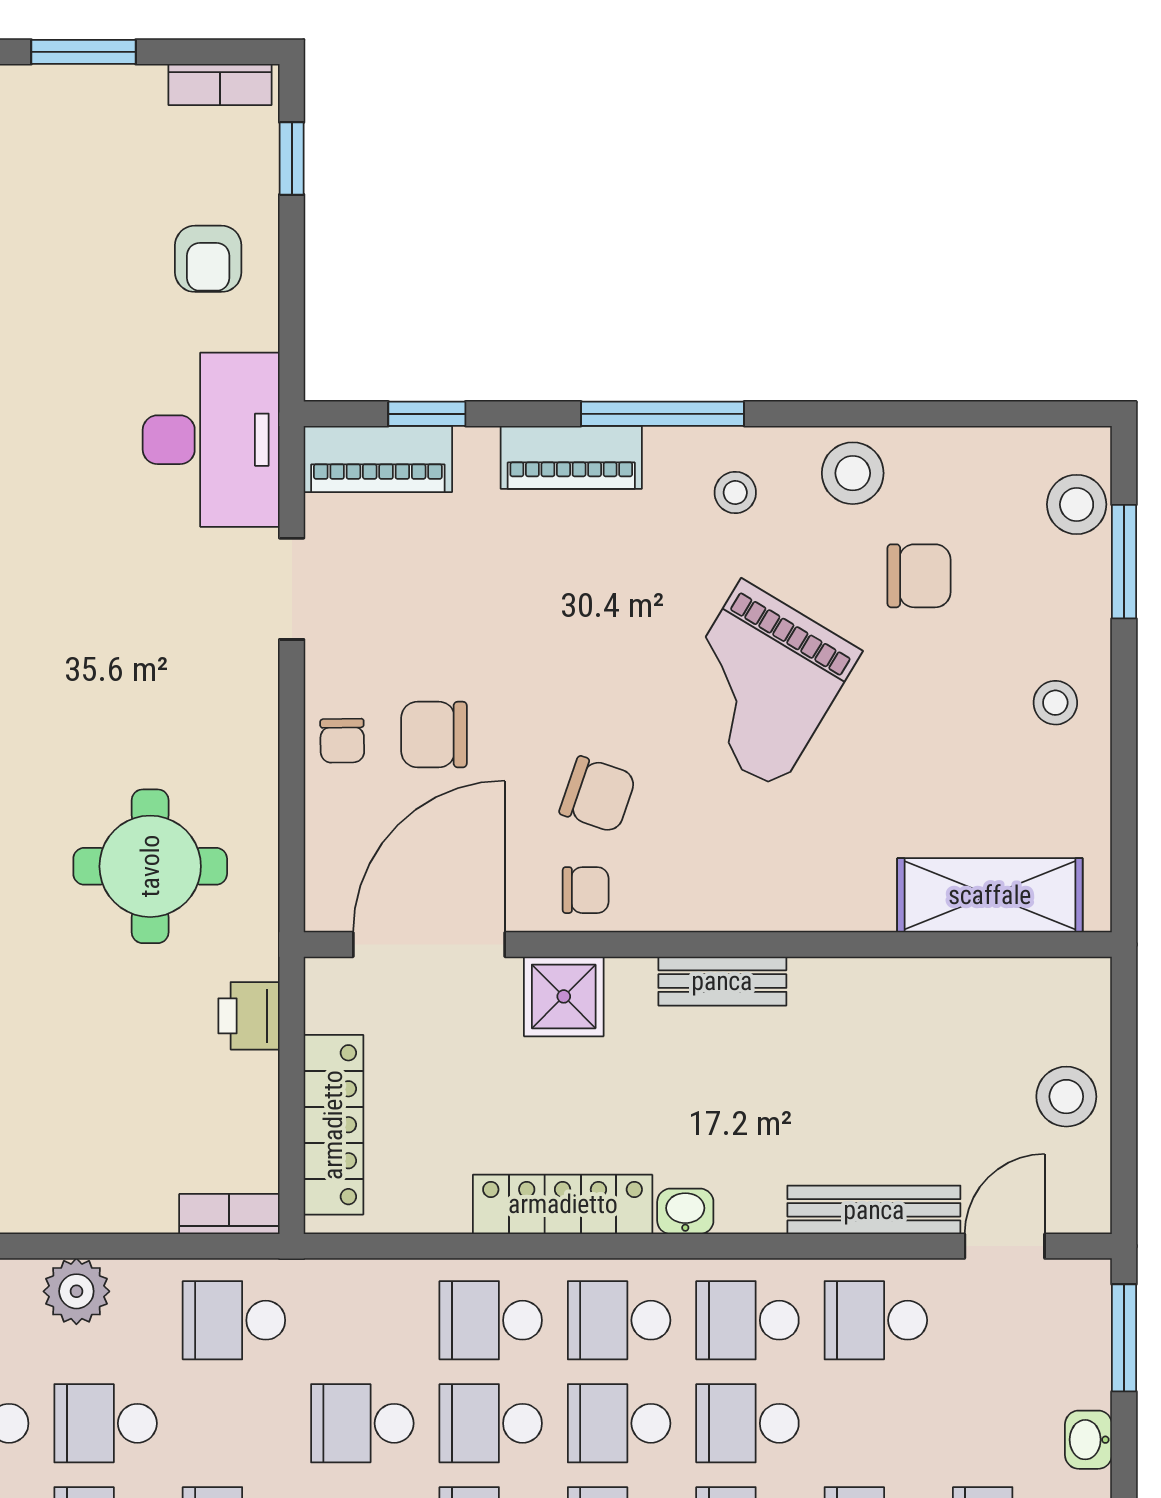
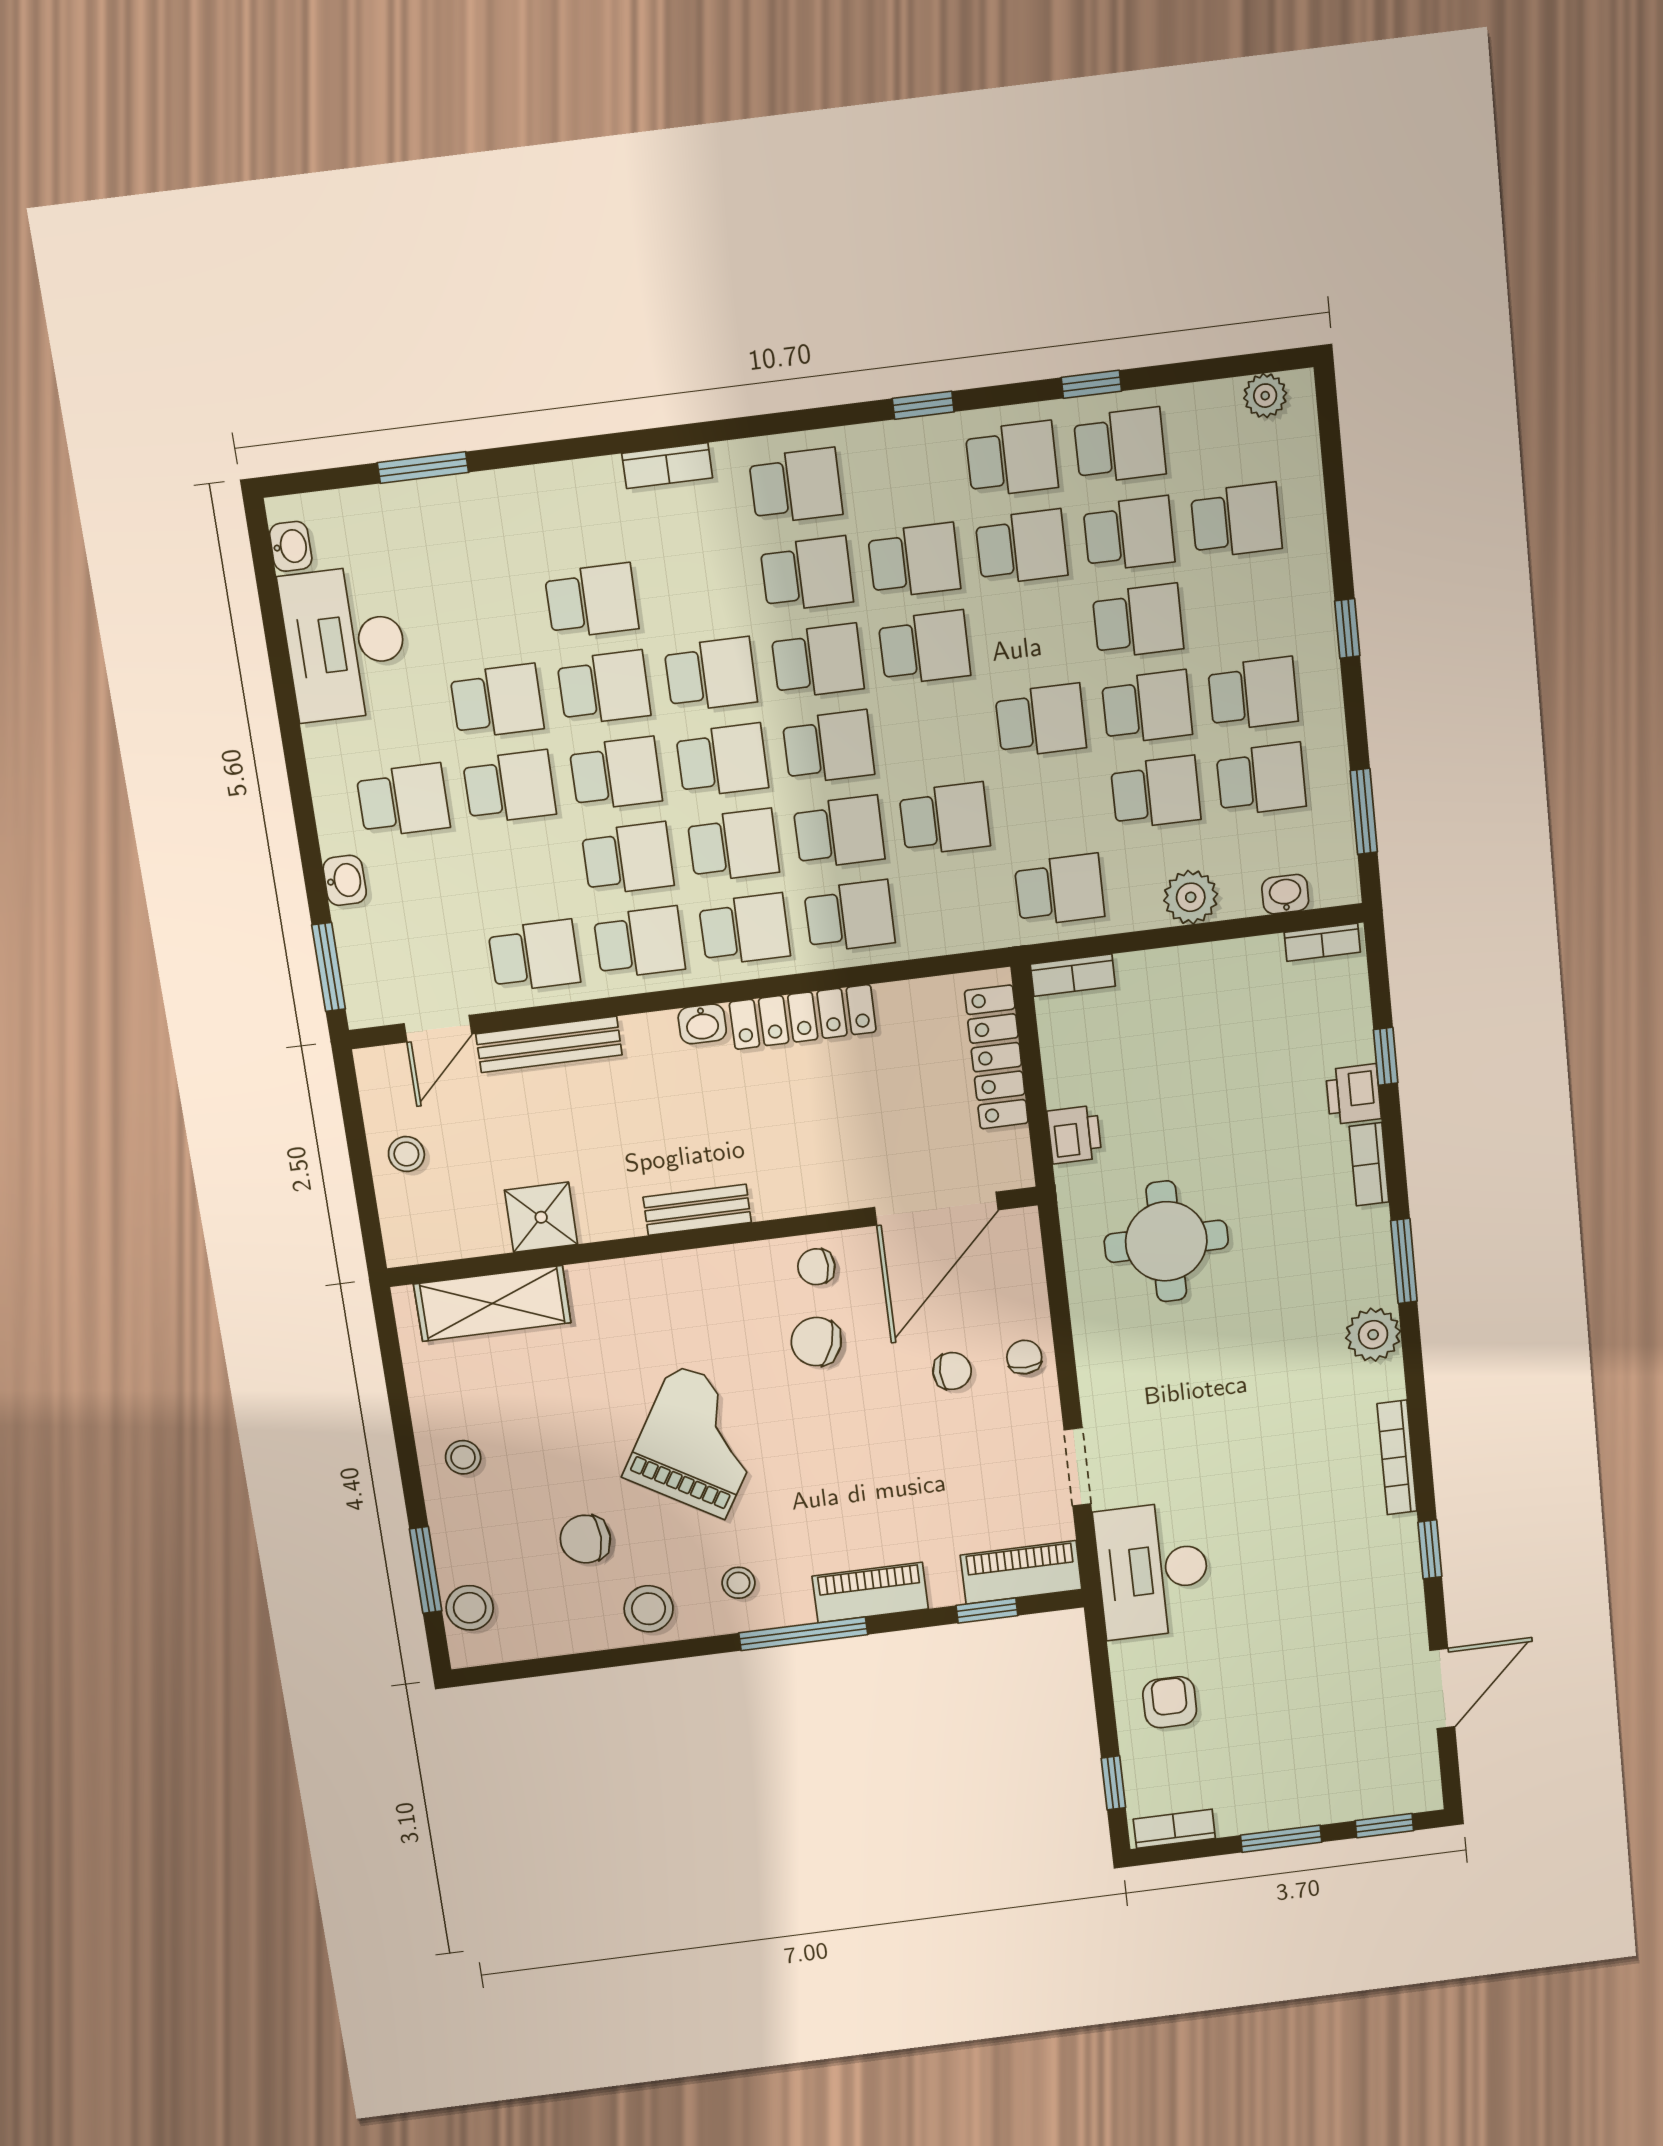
chair: (434, 735) -> (952, 1371), width x0.73, depth x0.73
shower: (564, 996) -> (541, 1217), moved
stool: (1066, 1097) -> (406, 1154), width x0.73, depth x0.73

